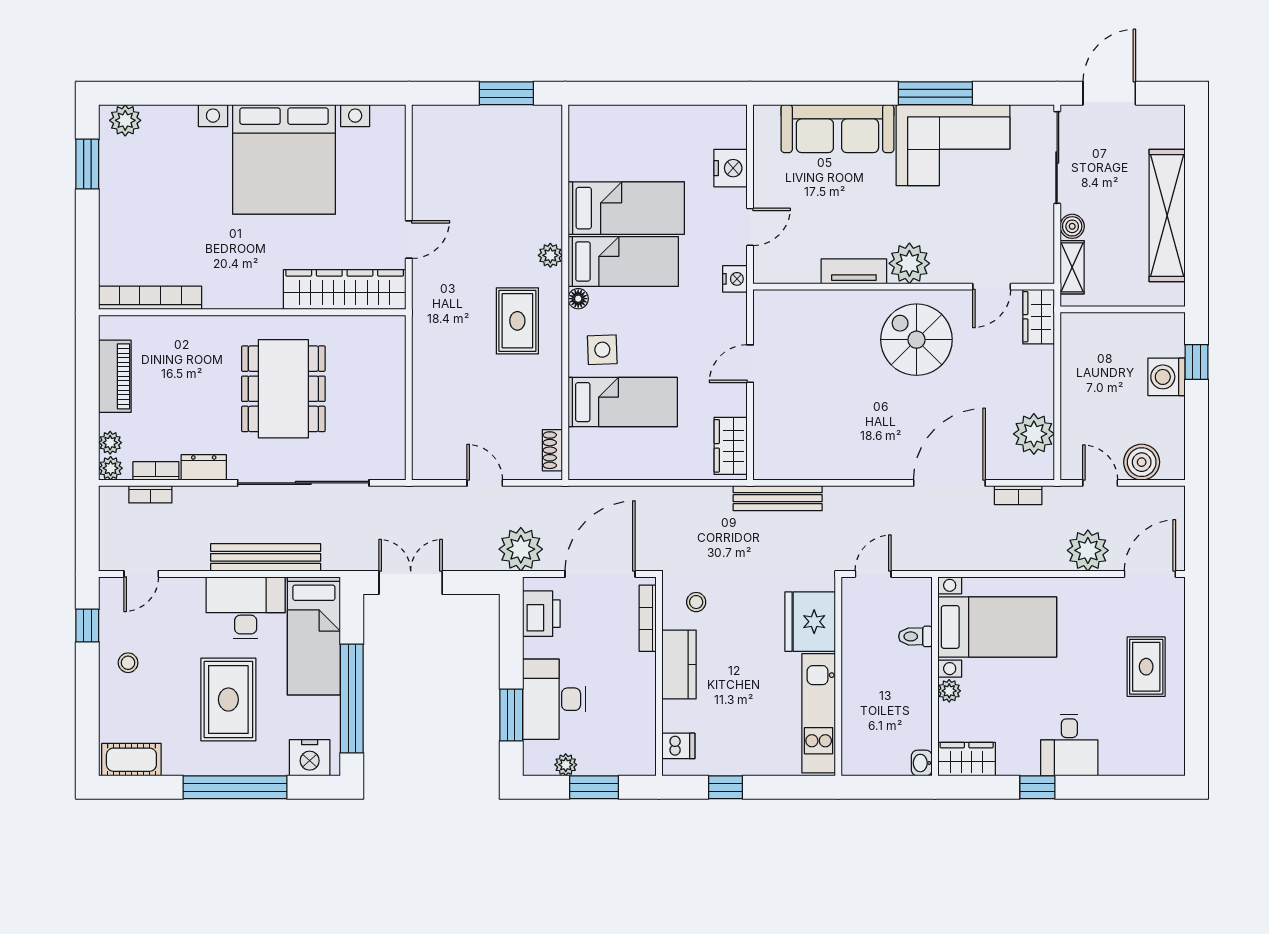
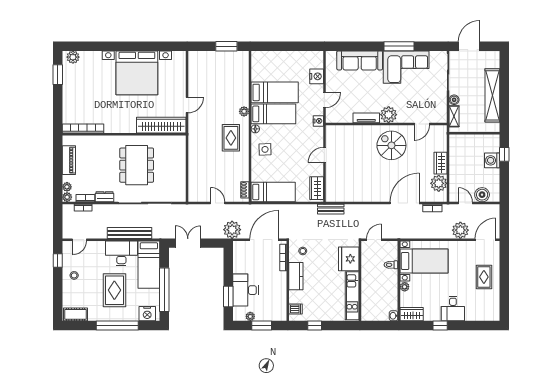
wardrobe: (1039, 317) -> (441, 163), moved
bed: (623, 402) -> (273, 192), moved
bench: (778, 498) -> (331, 209), width x0.73
printer: (541, 614) -> (240, 256), removed

